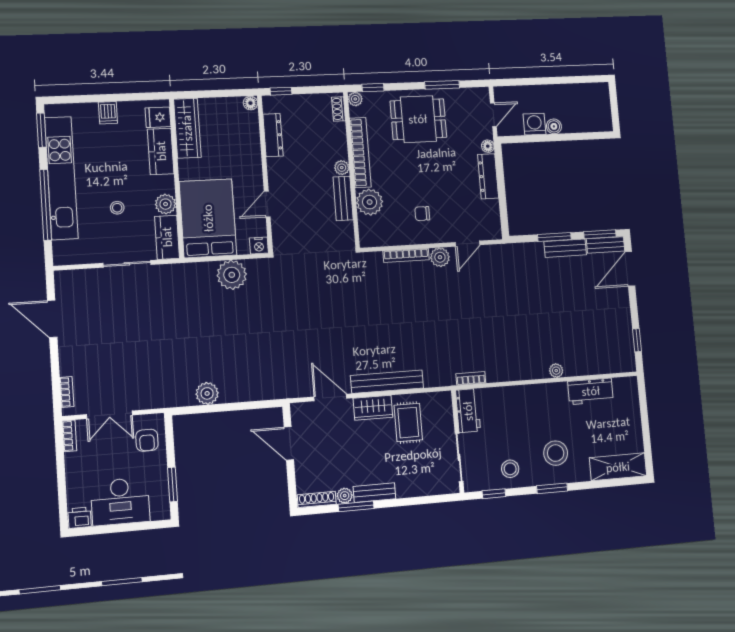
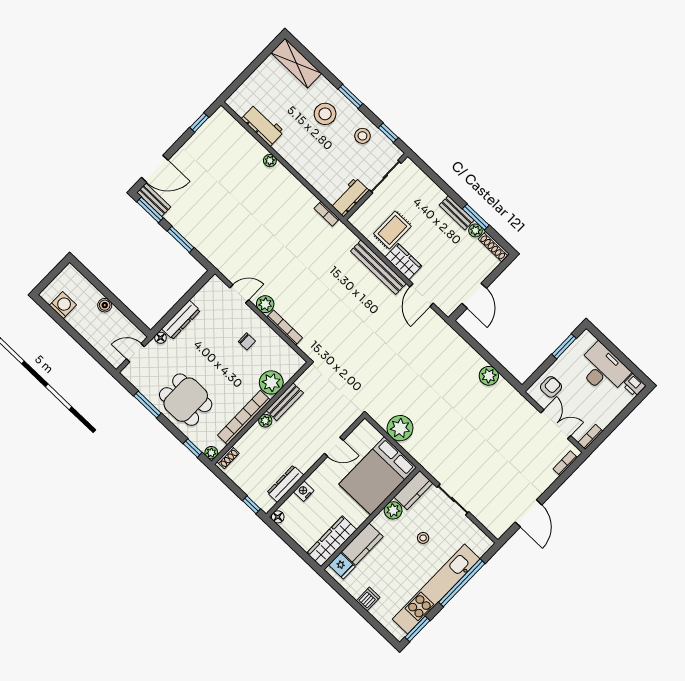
washing machine: (534, 124) -> (63, 305), moved, turned 180
nightstand: (259, 246) -> (304, 491), moved, turned -90
bench: (565, 248) -> (182, 225), removed

